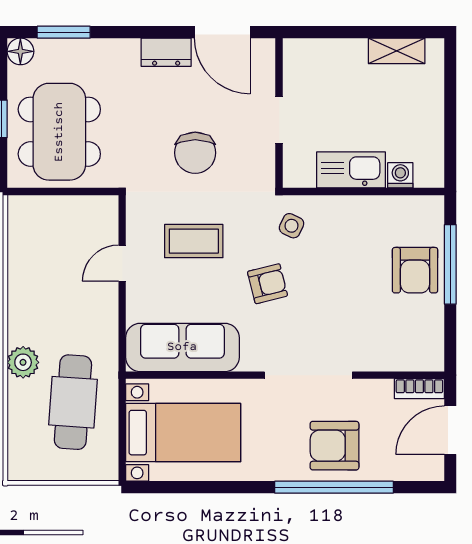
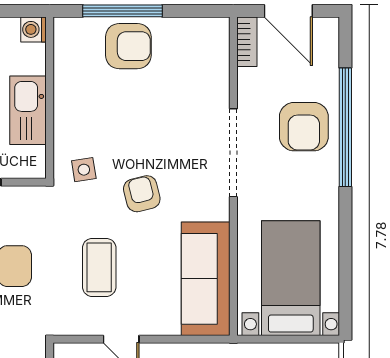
washing machine: (400, 175) -> (33, 29), moved
side table: (292, 226) -> (84, 170), turned -34

